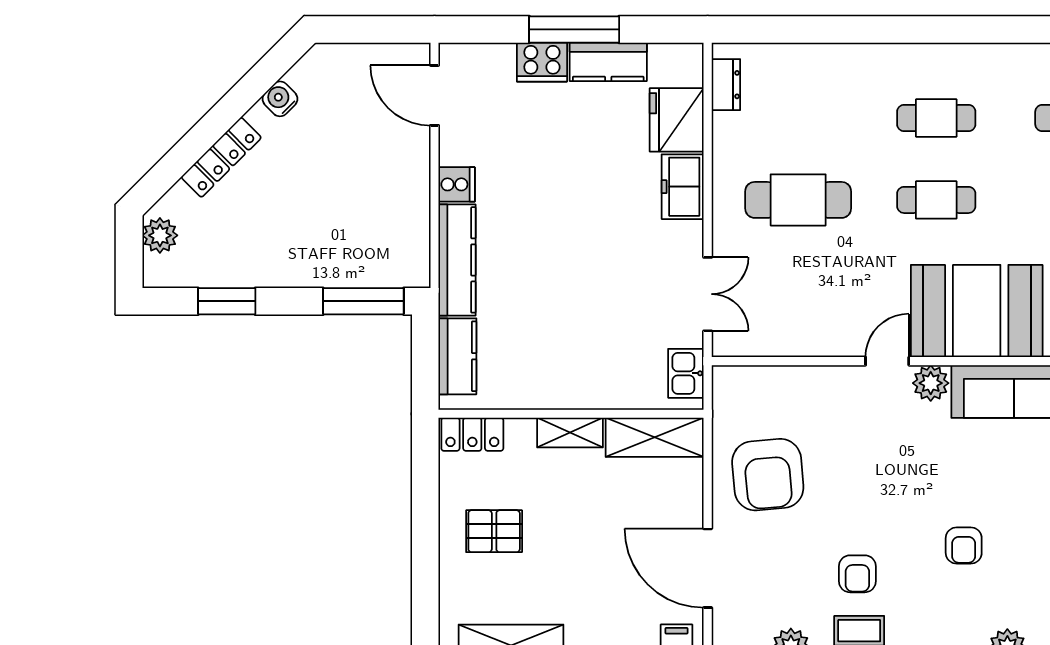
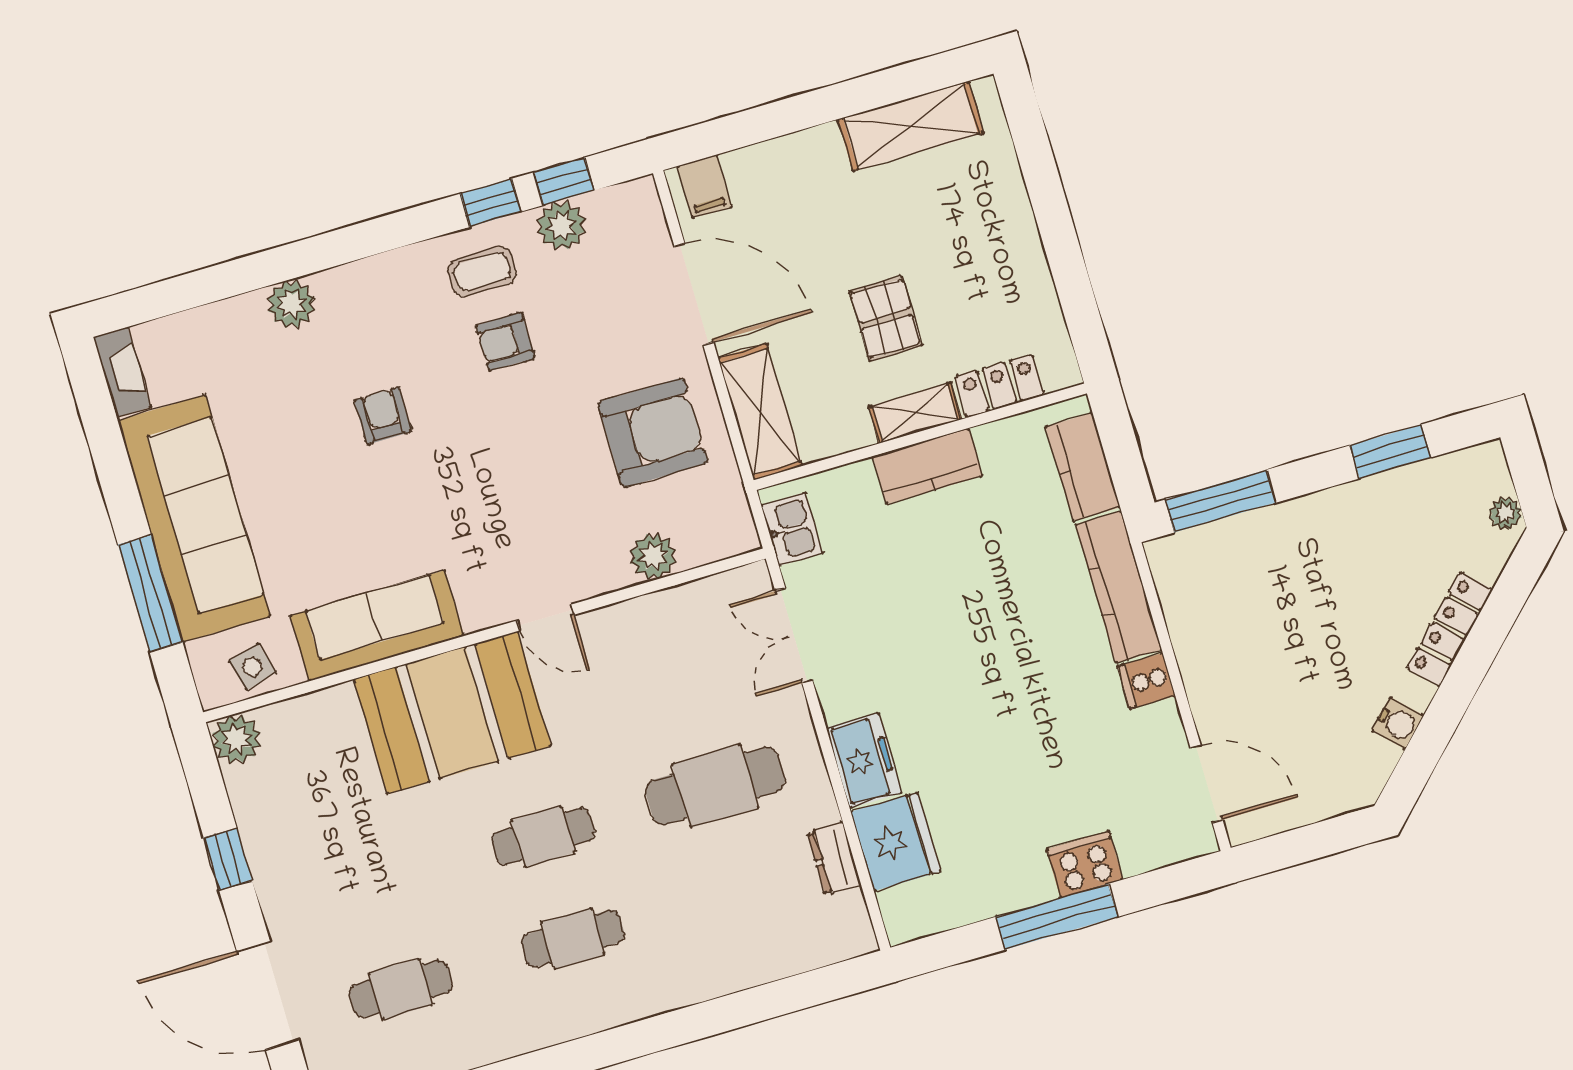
kitchen counter: (608, 62) -> (928, 466), moved, turned 180
dresser: (726, 85) -> (834, 859), moved
plant: (160, 235) -> (1505, 513), width x0.73, depth x0.73
door: (887, 361) -> (546, 618), hinge flipped
plant: (931, 383) -> (653, 556), moved
locker: (472, 434) -> (999, 386), moved
shelving: (655, 437) -> (760, 412), moved, turned 90
armchair: (768, 475) -> (653, 433), turned 95
pallet: (494, 531) -> (886, 319), moved, turned 90
armchair: (857, 574) -> (505, 342), turned -90

